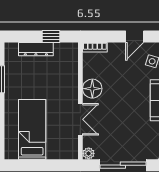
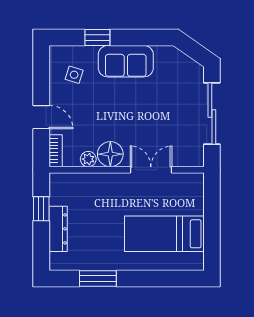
door: (135, 37) -> (41, 117), moved
plant: (89, 153) -> (88, 159), moved

